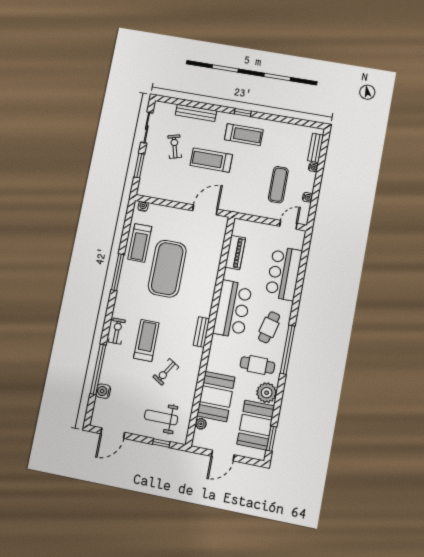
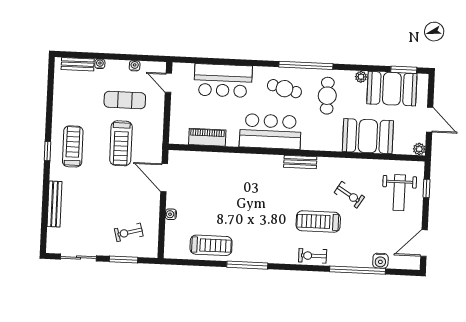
exercise bike: (175, 147) -> (129, 232), moved
treadmill: (211, 160) -> (121, 143), moved
water cooler: (143, 206) -> (171, 214), moved
exercise mat: (167, 269) -> (236, 210), removed
plant: (267, 393) -> (361, 77), width x0.53, depth x0.53
plant: (201, 424) -> (419, 149), moved
door: (113, 433) -> (424, 243), swing flipped

